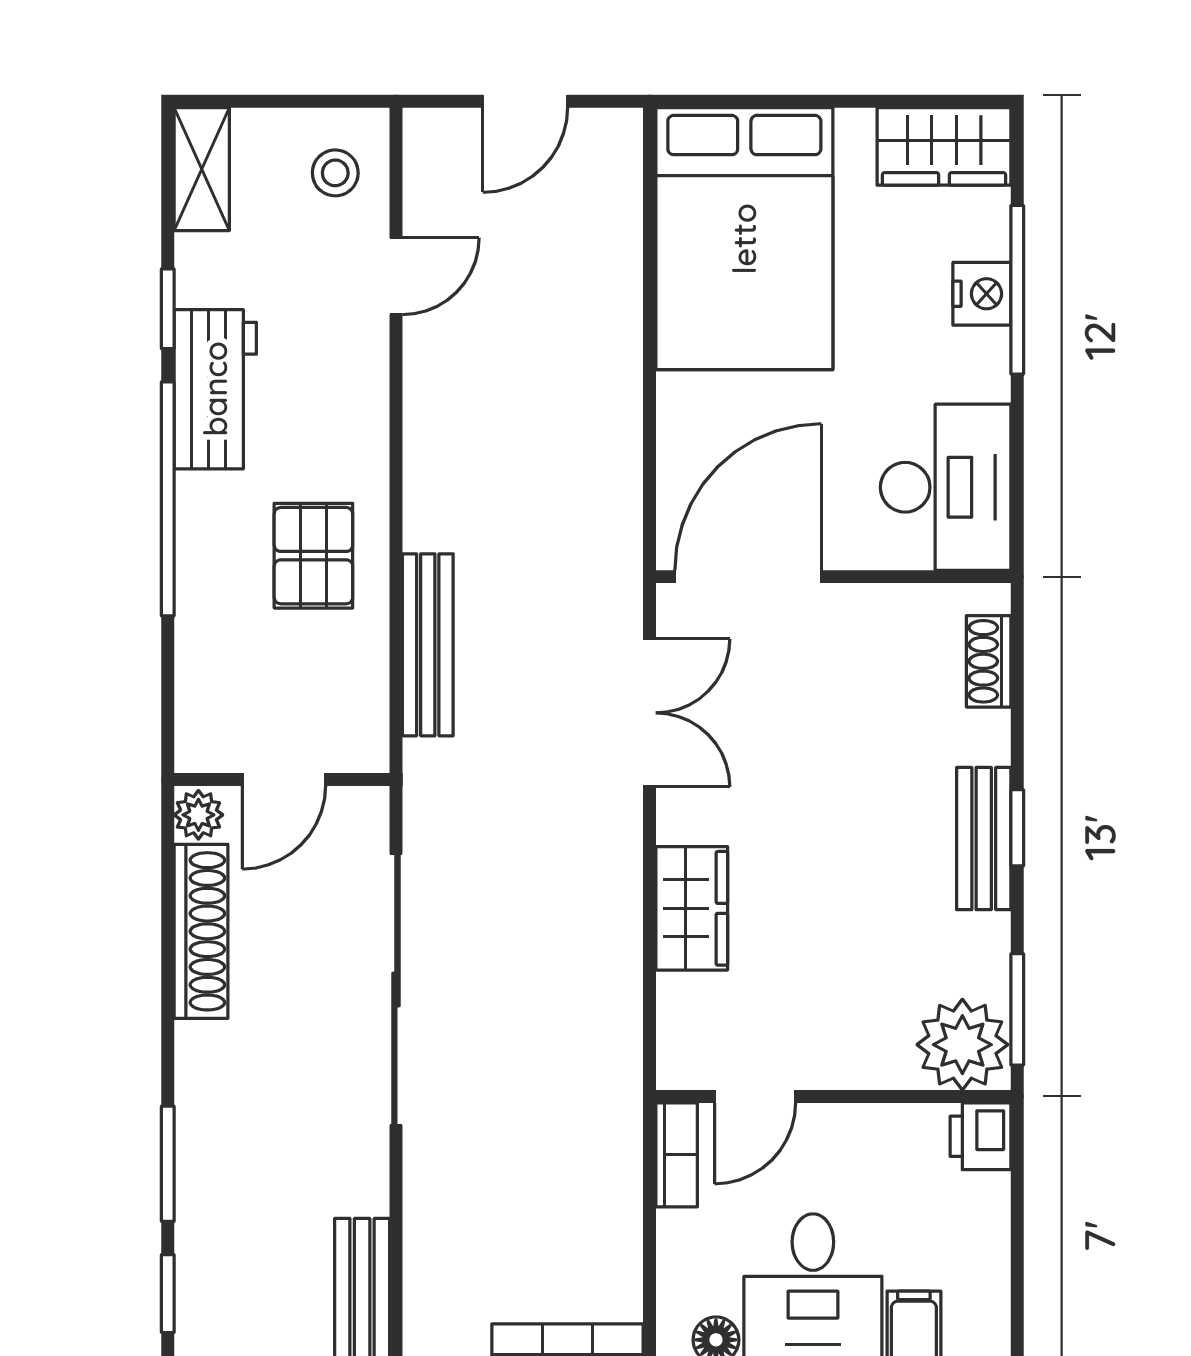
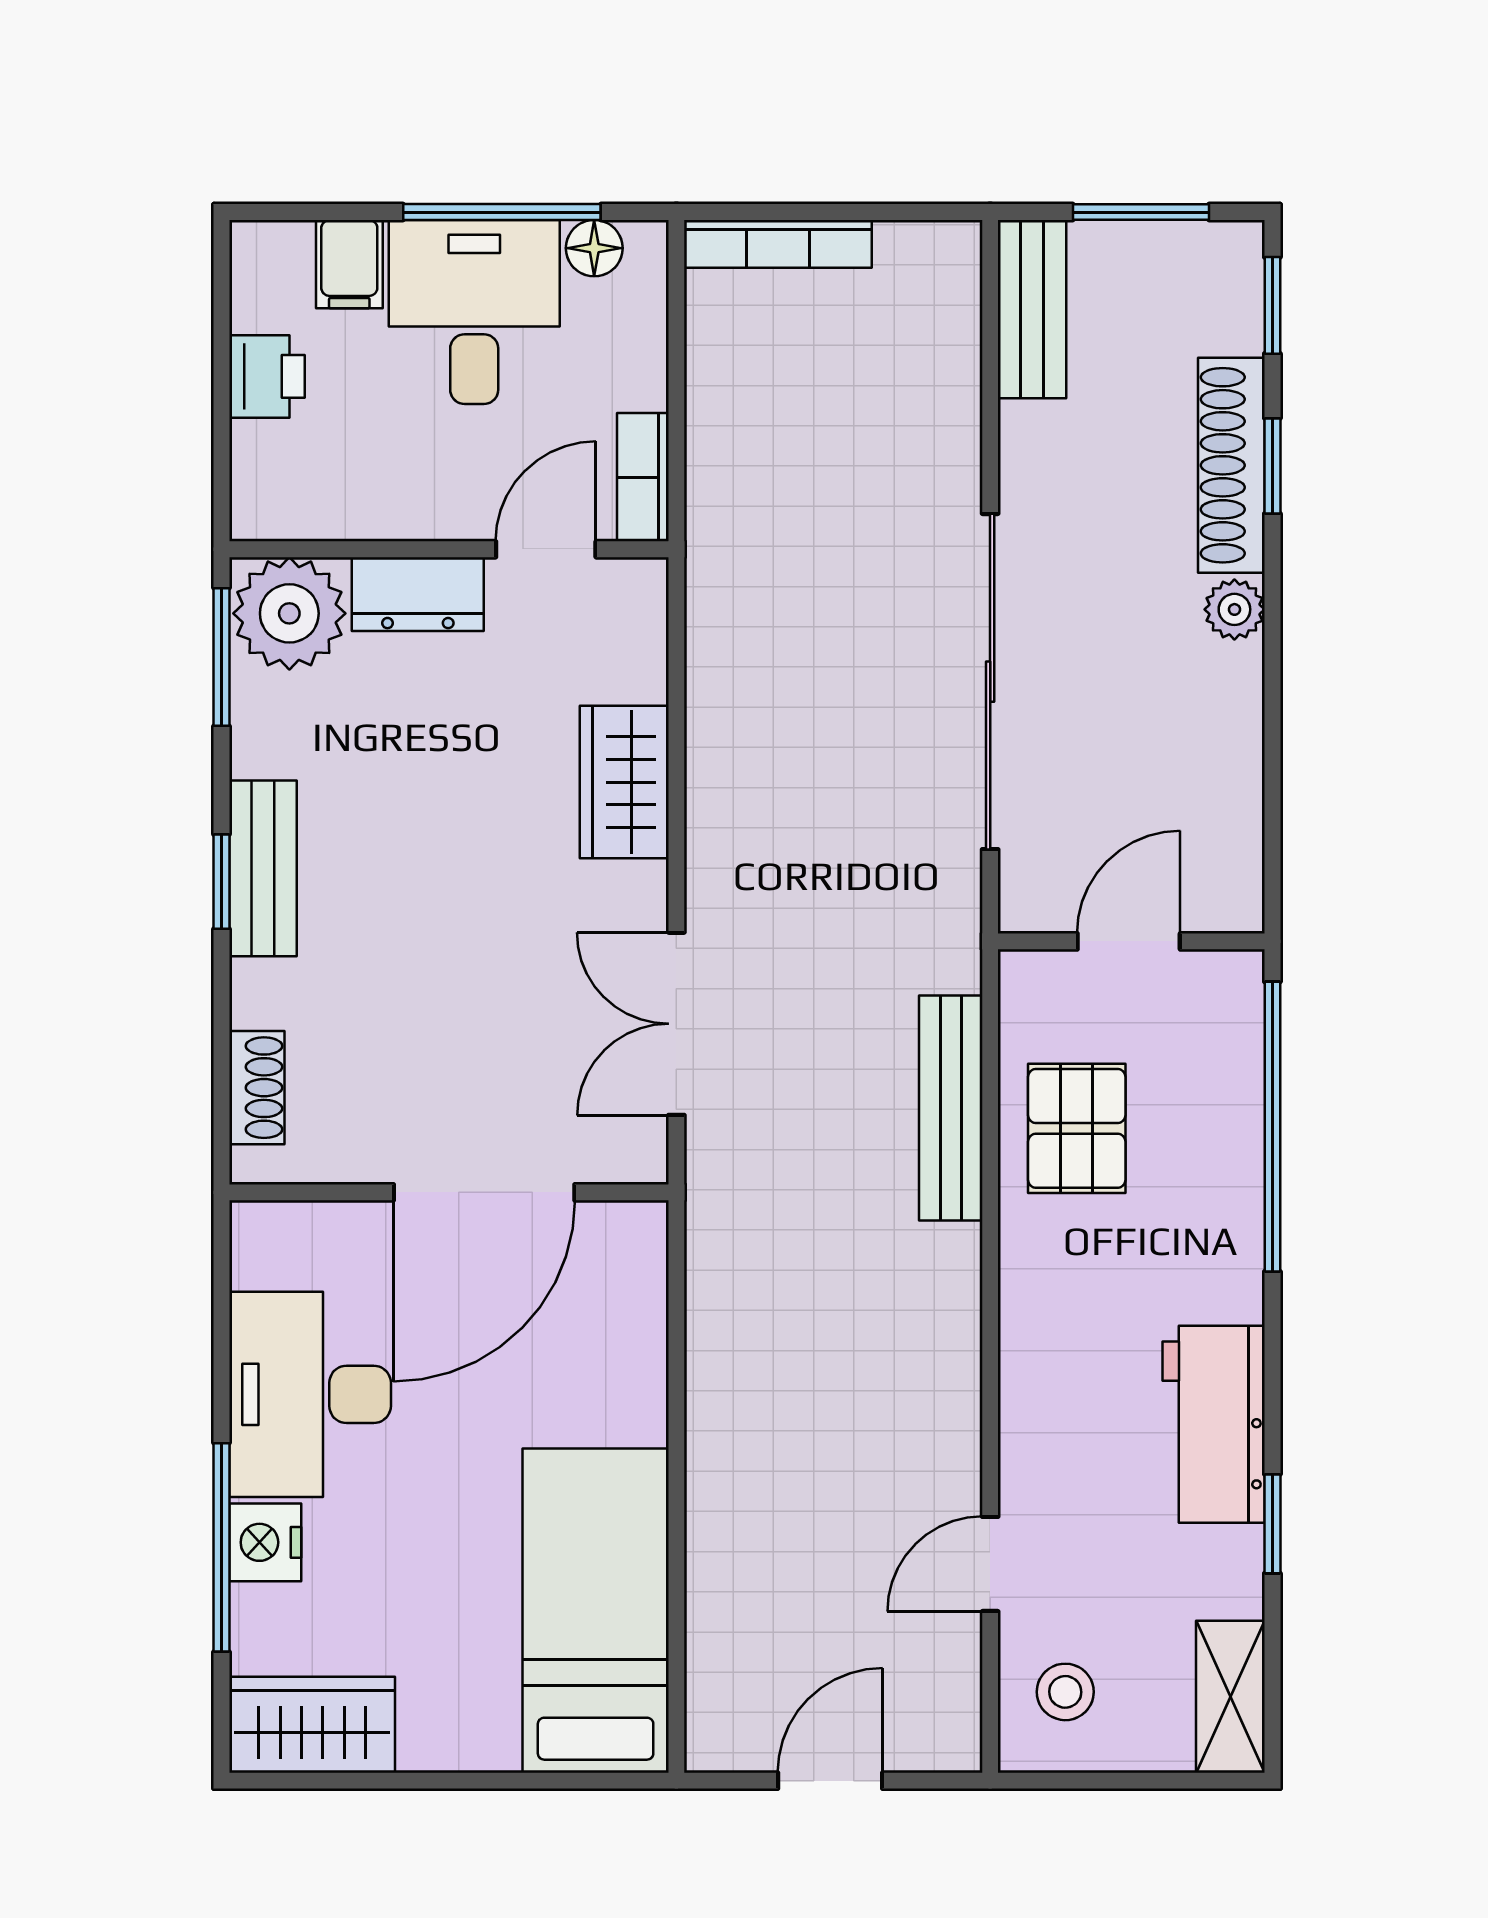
bed: (744, 239) -> (596, 1611), width x0.67
desk: (946, 487) -> (310, 1394), moved
window: (168, 499) -> (1272, 1127), moved
pallet: (313, 556) -> (1077, 1128), moved
door: (748, 577) -> (484, 1192), moved
plant: (198, 815) -> (1234, 609), moved
shoe rack: (201, 931) -> (1231, 465), moved
dresser: (859, 1060) -> (418, 594), added
printer: (980, 1136) -> (267, 376), moved
window: (168, 1164) -> (1272, 466), width x0.67

